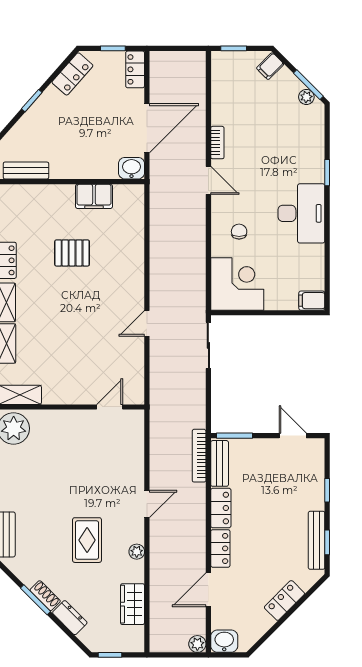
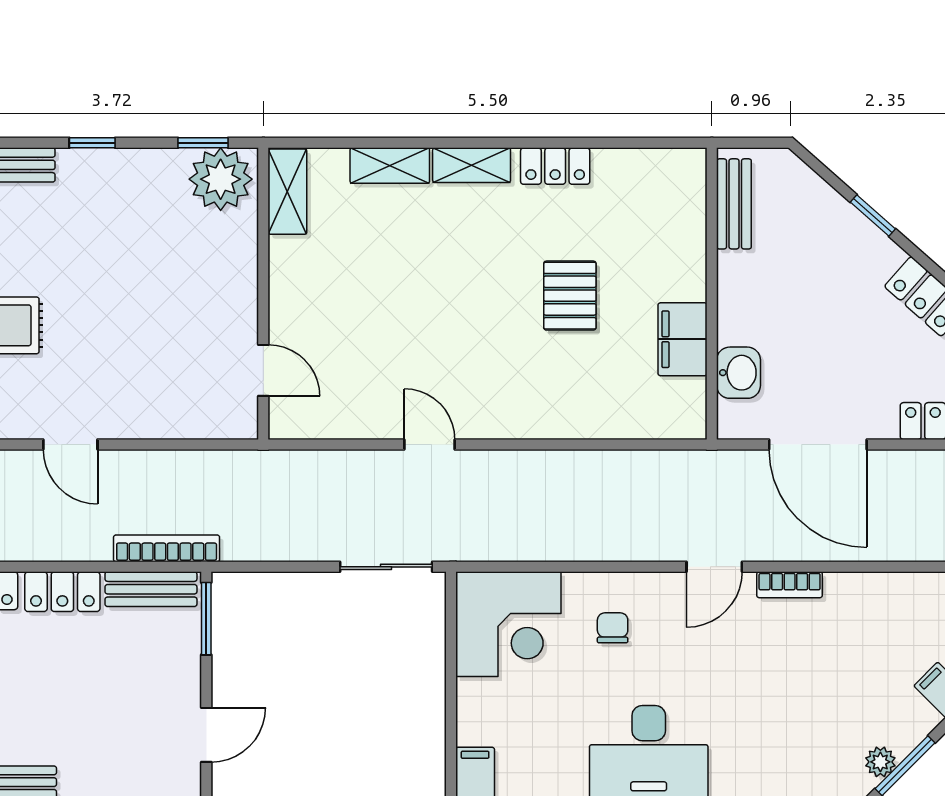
washbasin: (131, 168) -> (739, 373), moved
chair: (239, 232) -> (613, 628), turned -90

